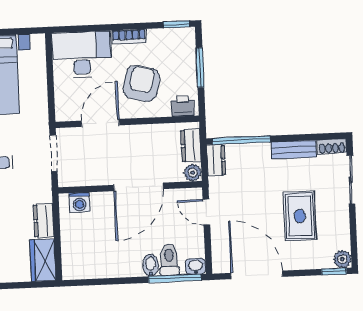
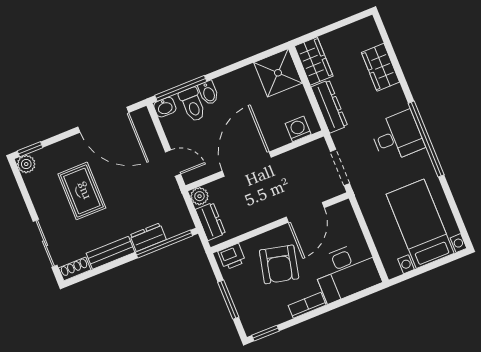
dresser: (216, 160) -> (148, 237), moved, turned 90
dresser: (44, 221) -> (329, 106), width x1.44
shower: (80, 261) -> (278, 73), added

